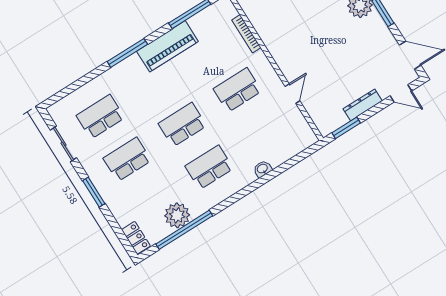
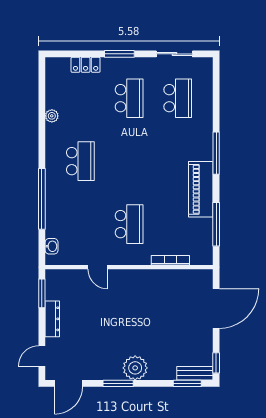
school desk: (182, 125) -> (129, 161), removed
washbasin: (263, 169) -> (52, 246), moved
plant: (177, 215) -> (52, 116), width x0.53, depth x0.53
window: (184, 230) -> (42, 199), moved
locker: (136, 238) -> (86, 65), moved

